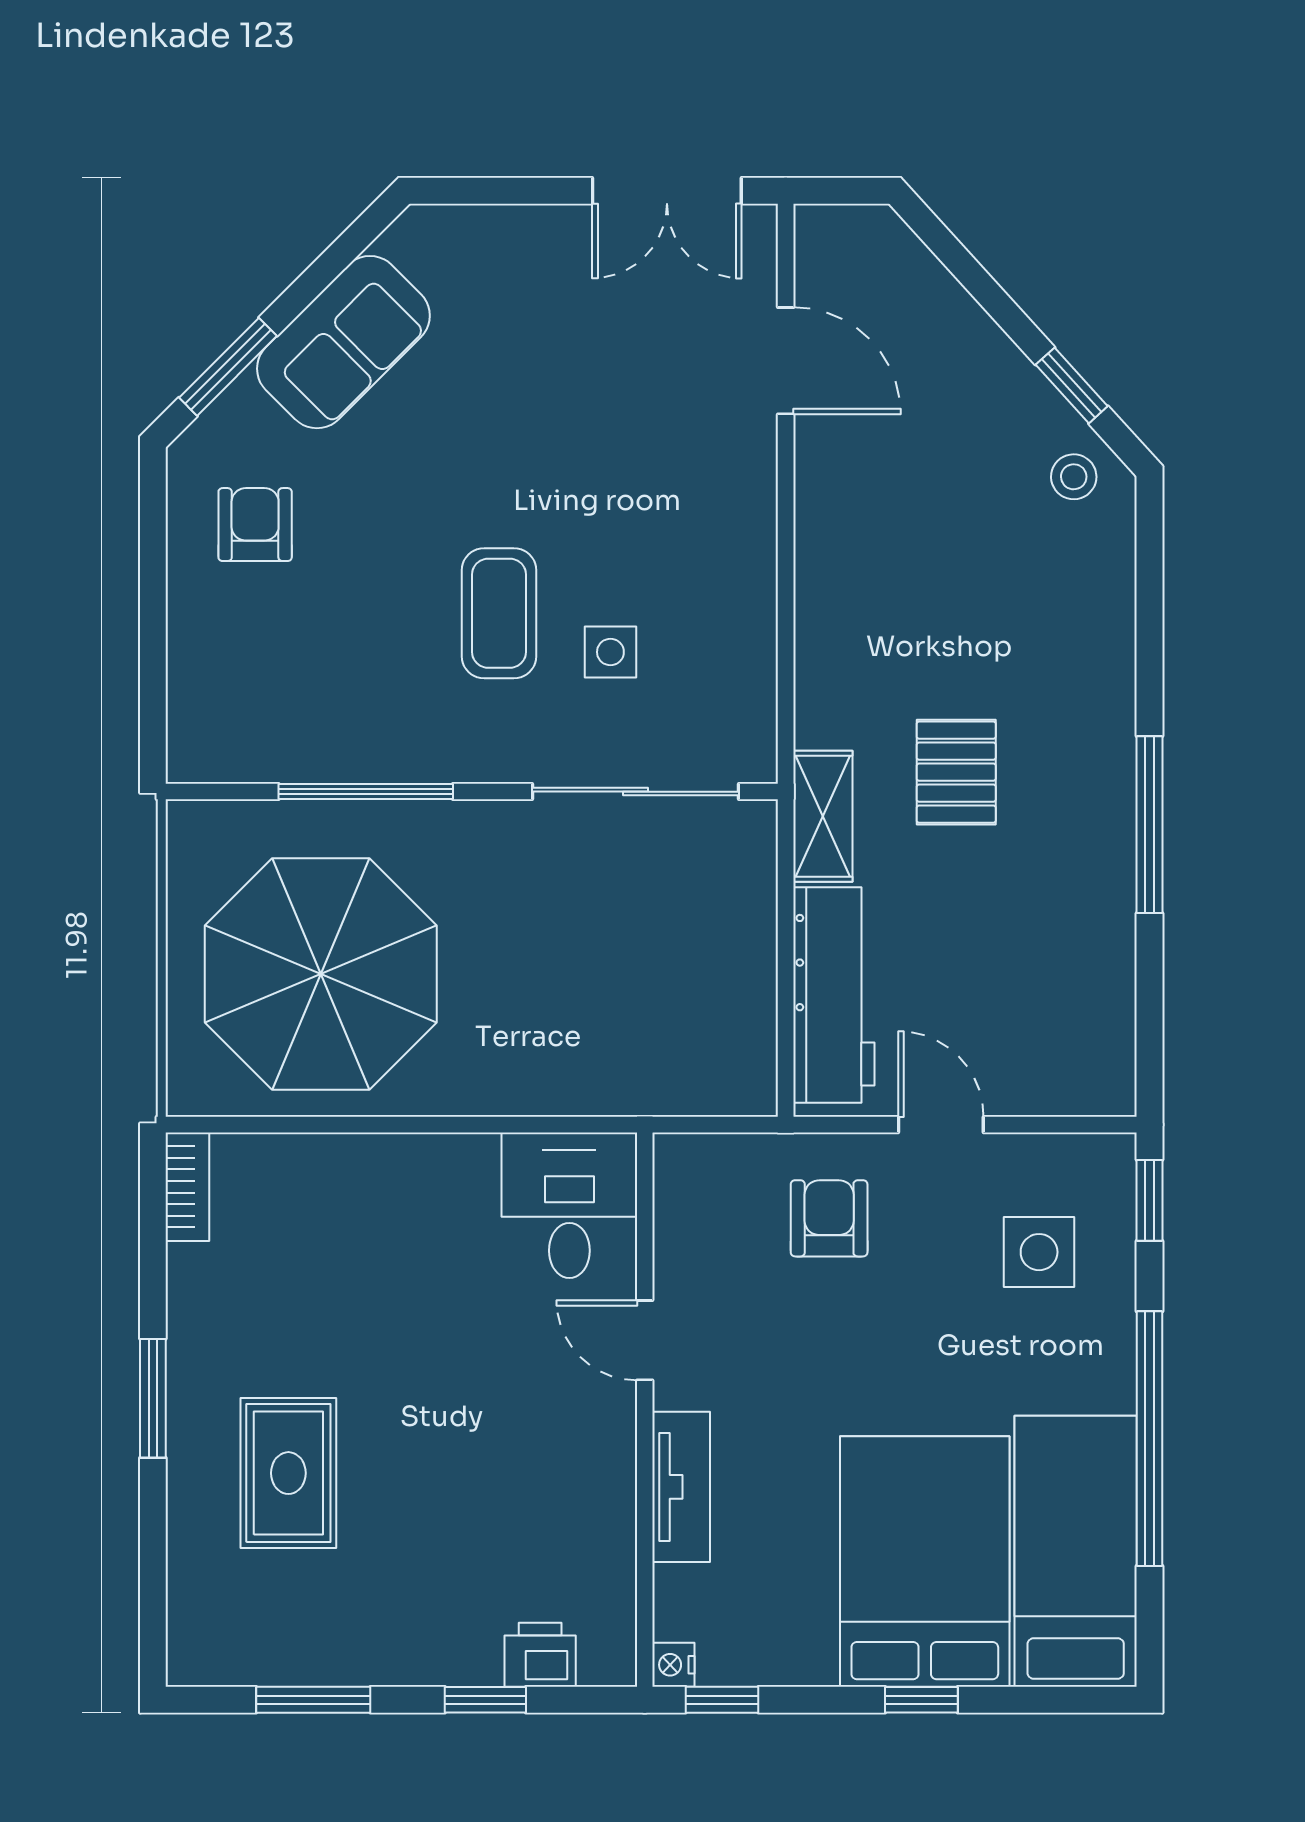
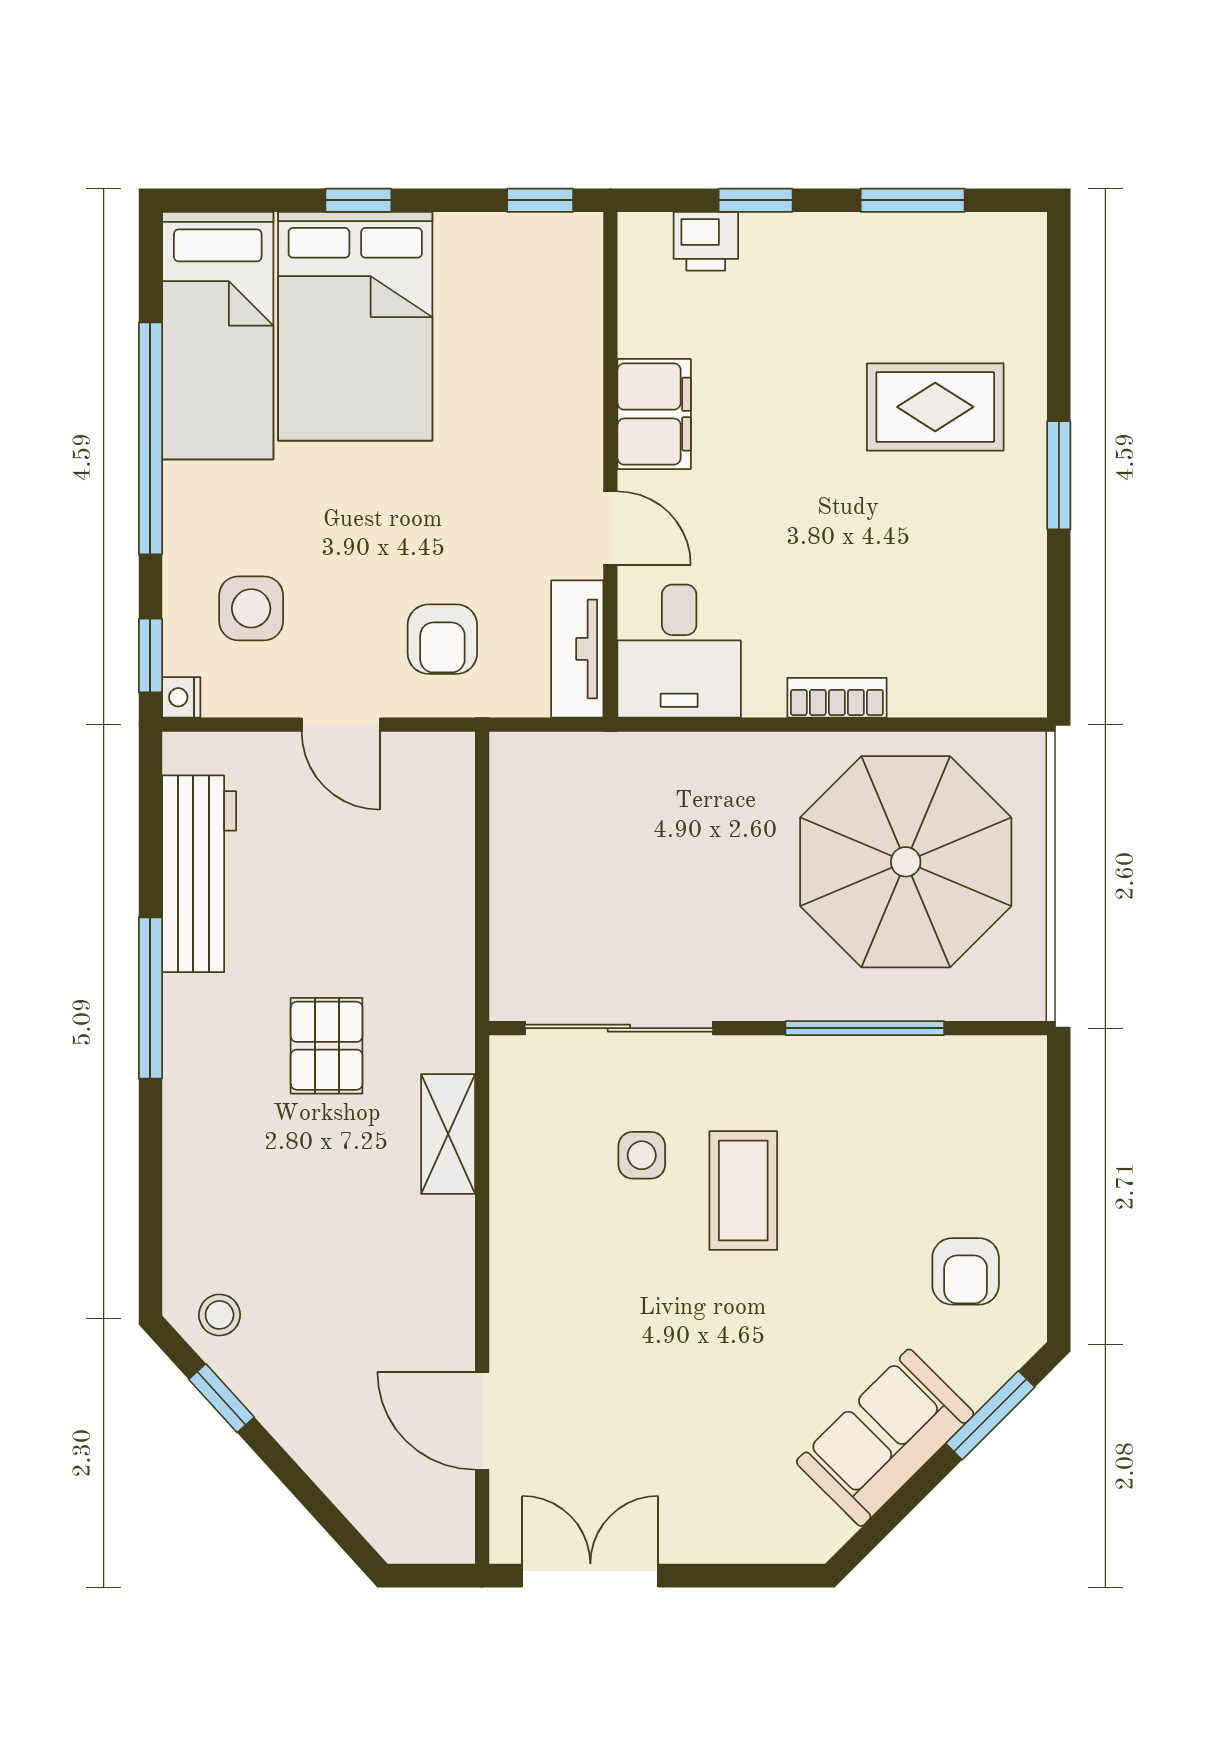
shelving: (823, 816) -> (448, 1134), moved
workbench: (834, 995) -> (199, 874), moved, turned 180
bookcase: (187, 1187) -> (837, 698), moved, turned 90
filing cabinet: (597, 1465) -> (654, 414), added
rug: (288, 1473) -> (935, 407), turned 90
tv unit: (681, 1487) -> (577, 649), moved
nightstand: (673, 1665) -> (181, 697), moved, turned 180

